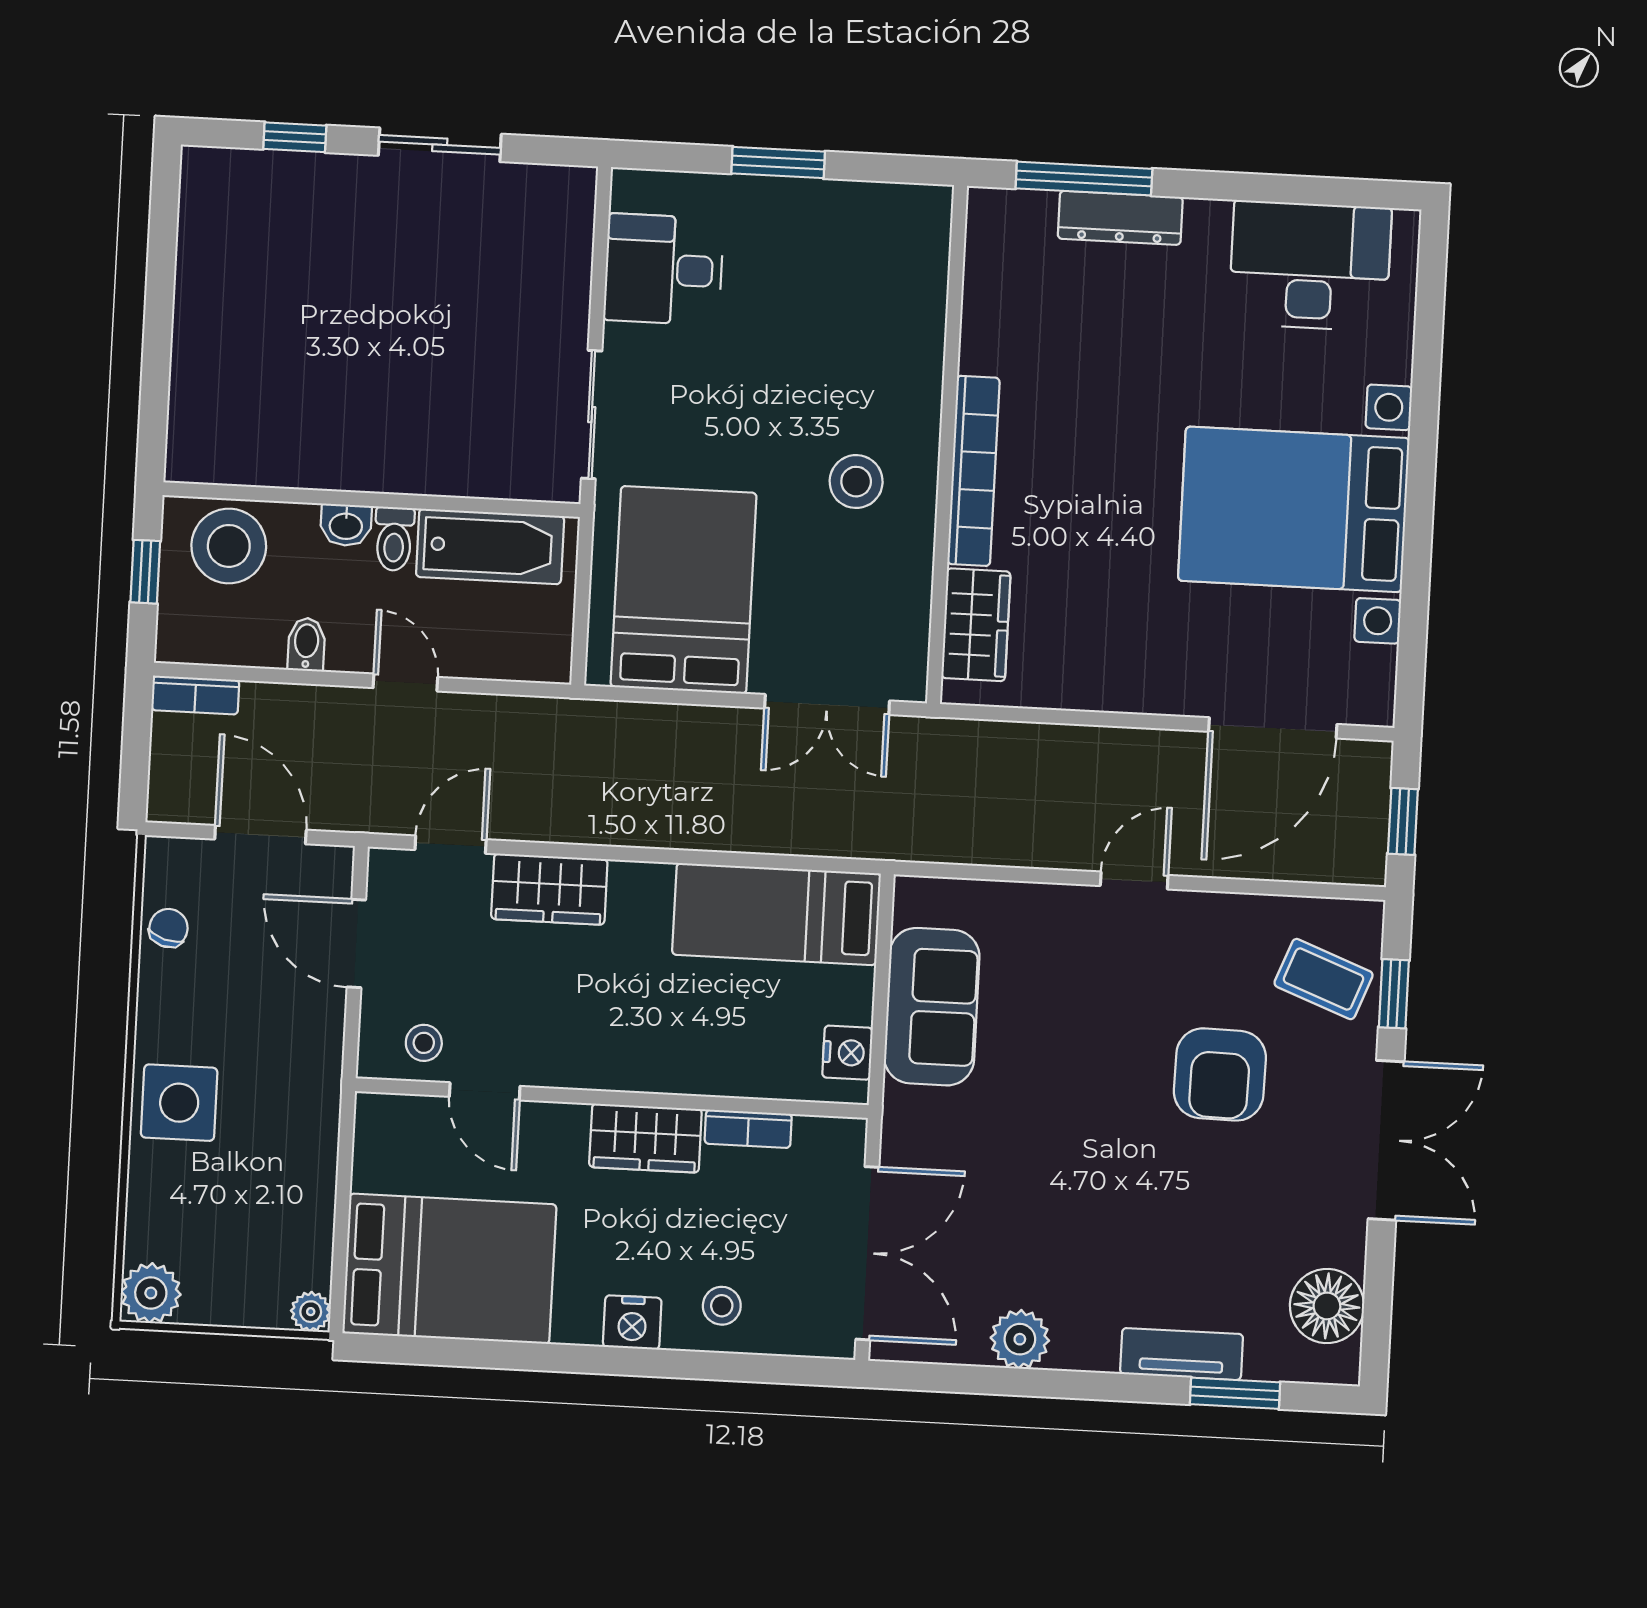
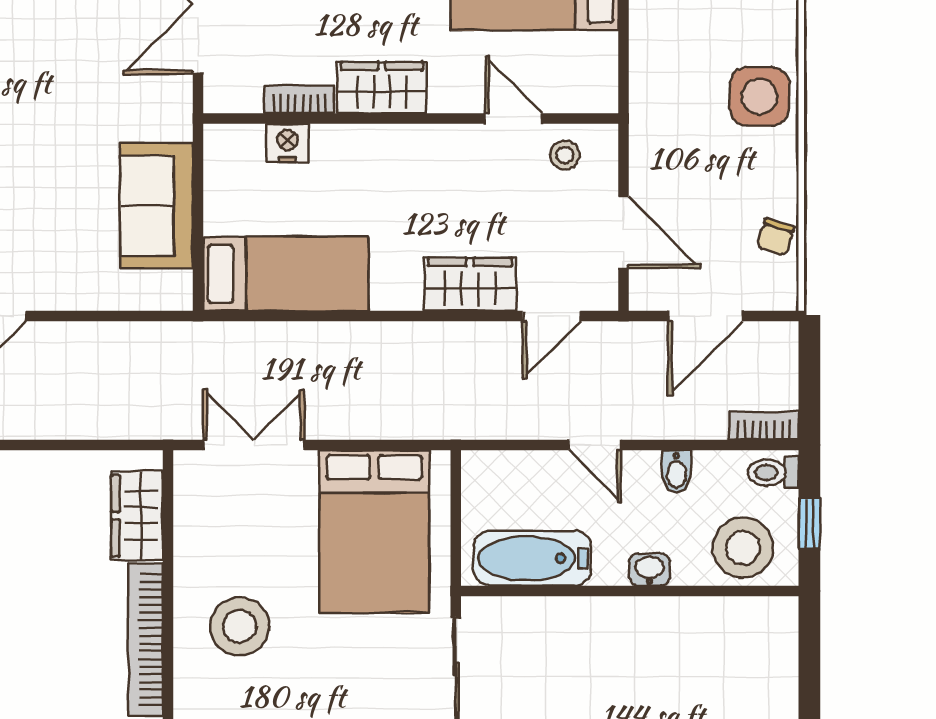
stool: (856, 482) -> (240, 626), width x1.38, depth x1.38
toilet: (394, 539) -> (773, 472), moved, turned -90
door: (260, 835) -> (705, 316), hinge flipped
nightstand: (847, 1053) -> (287, 143), moved, turned 90

